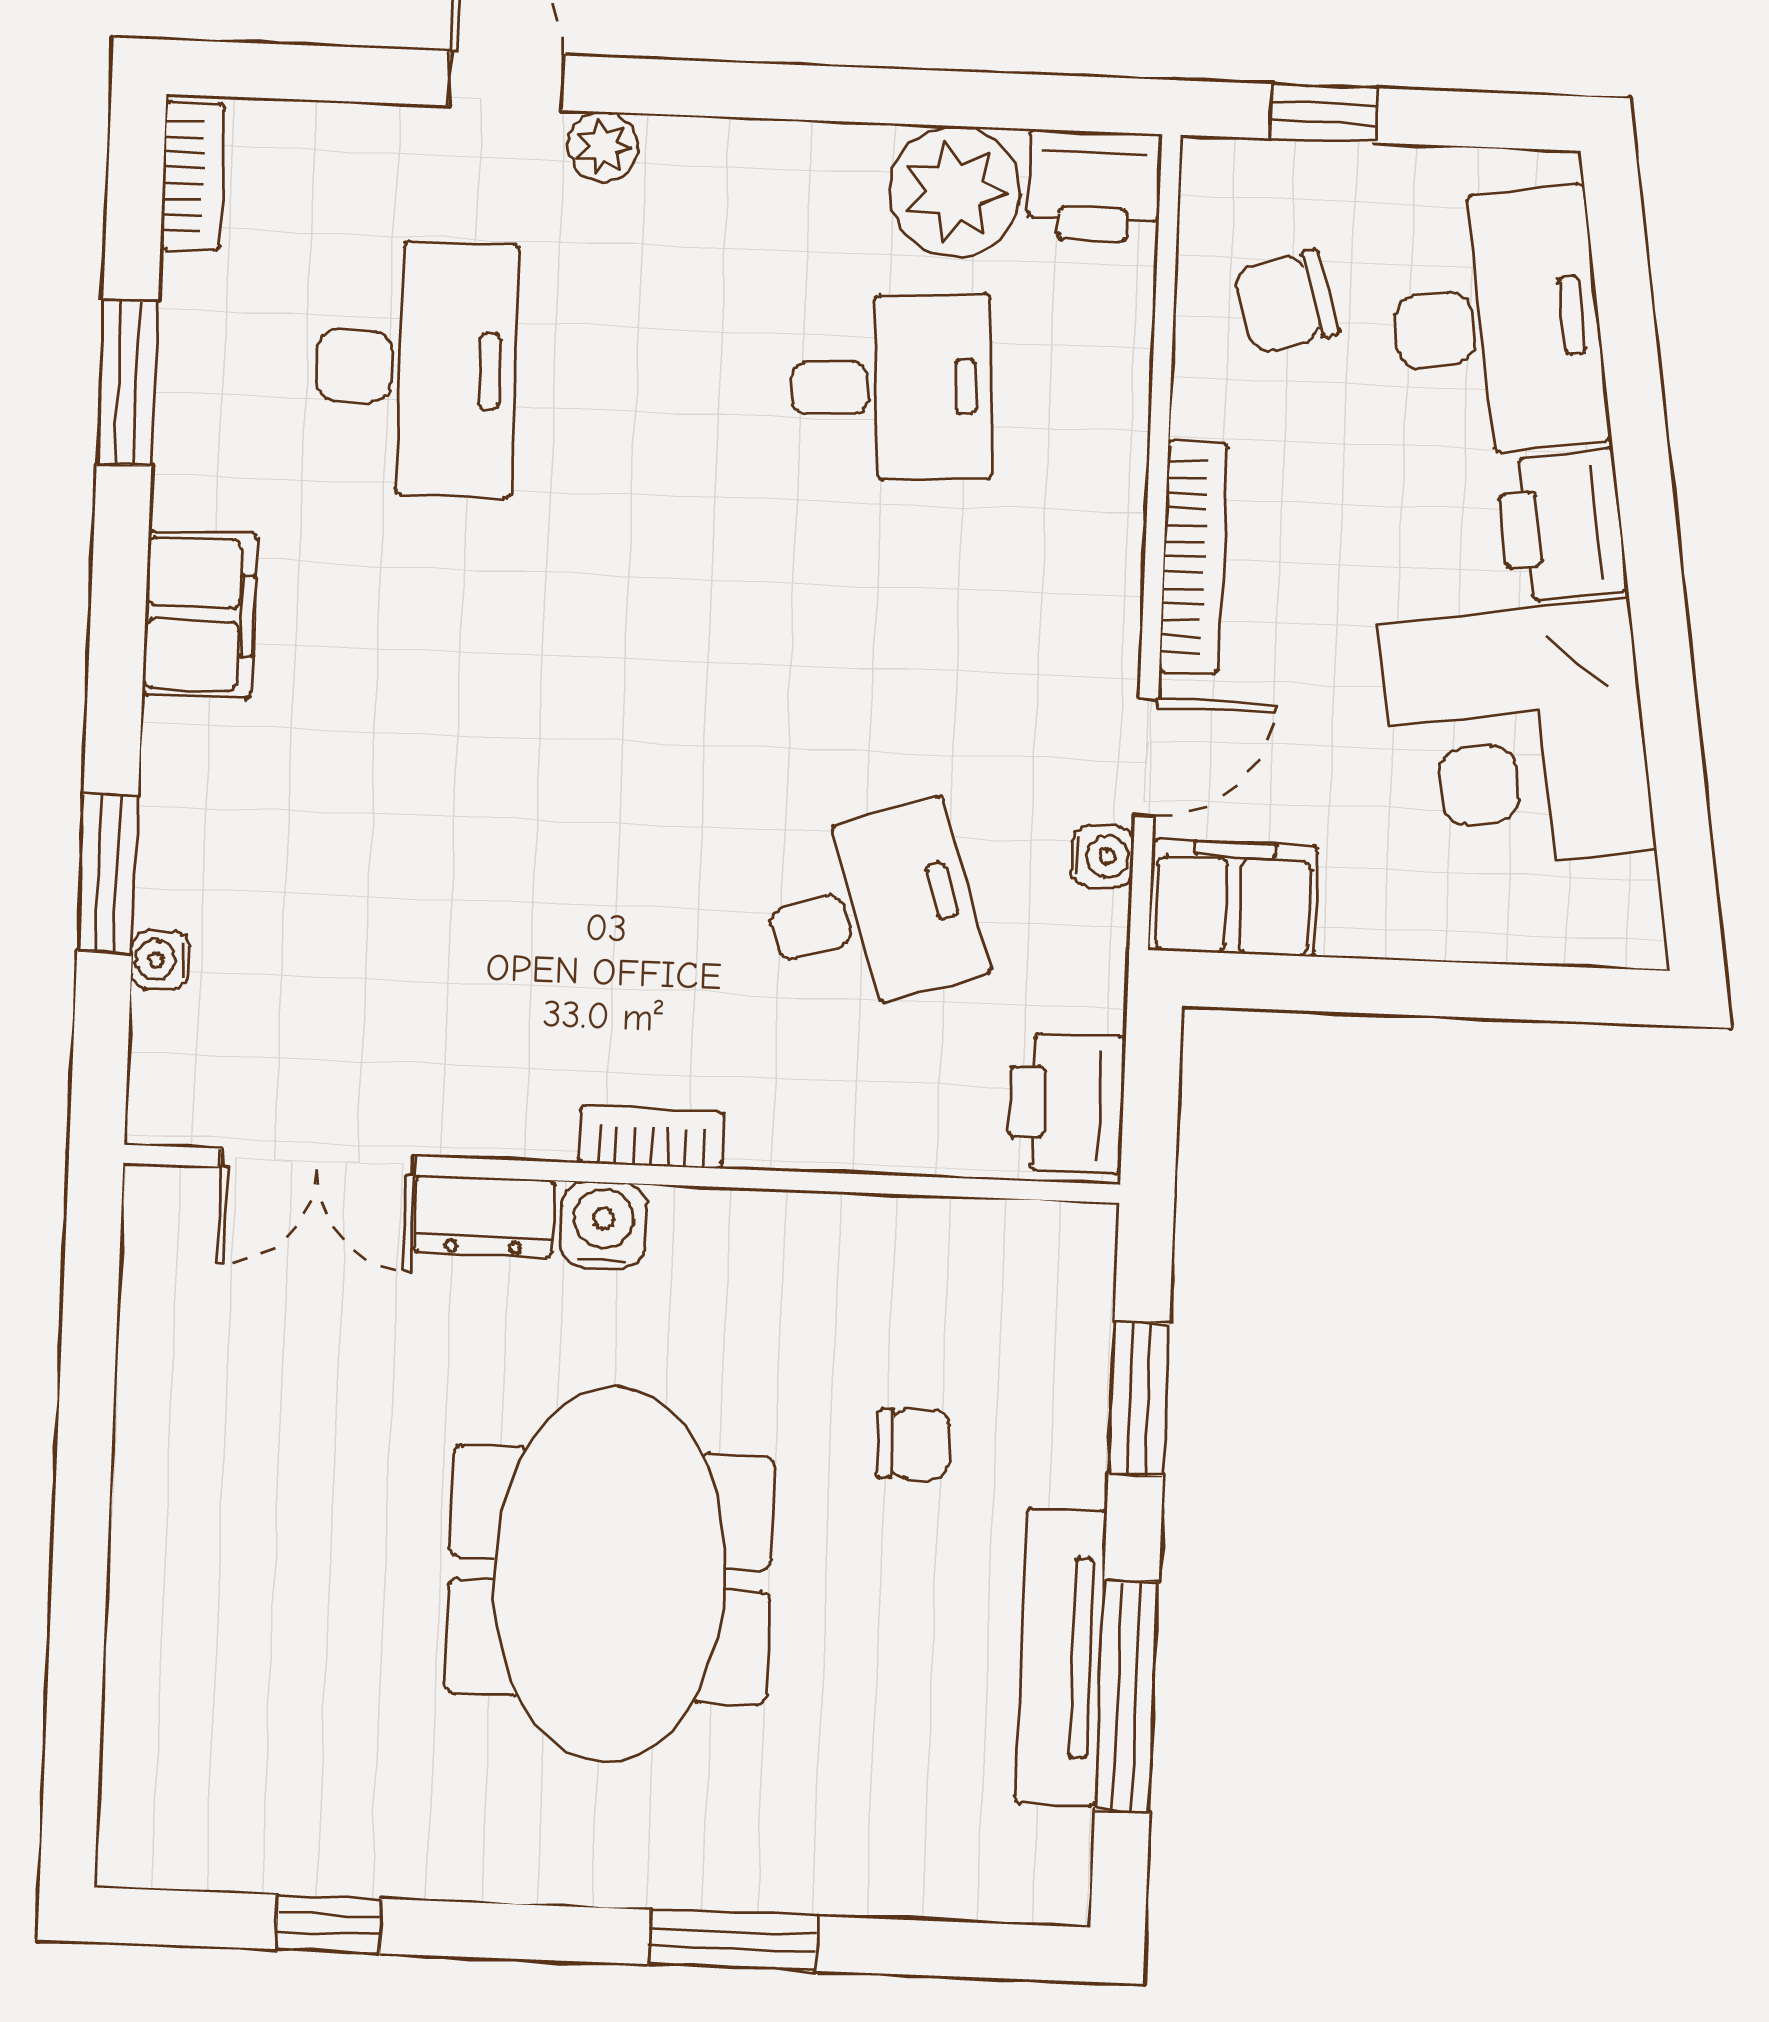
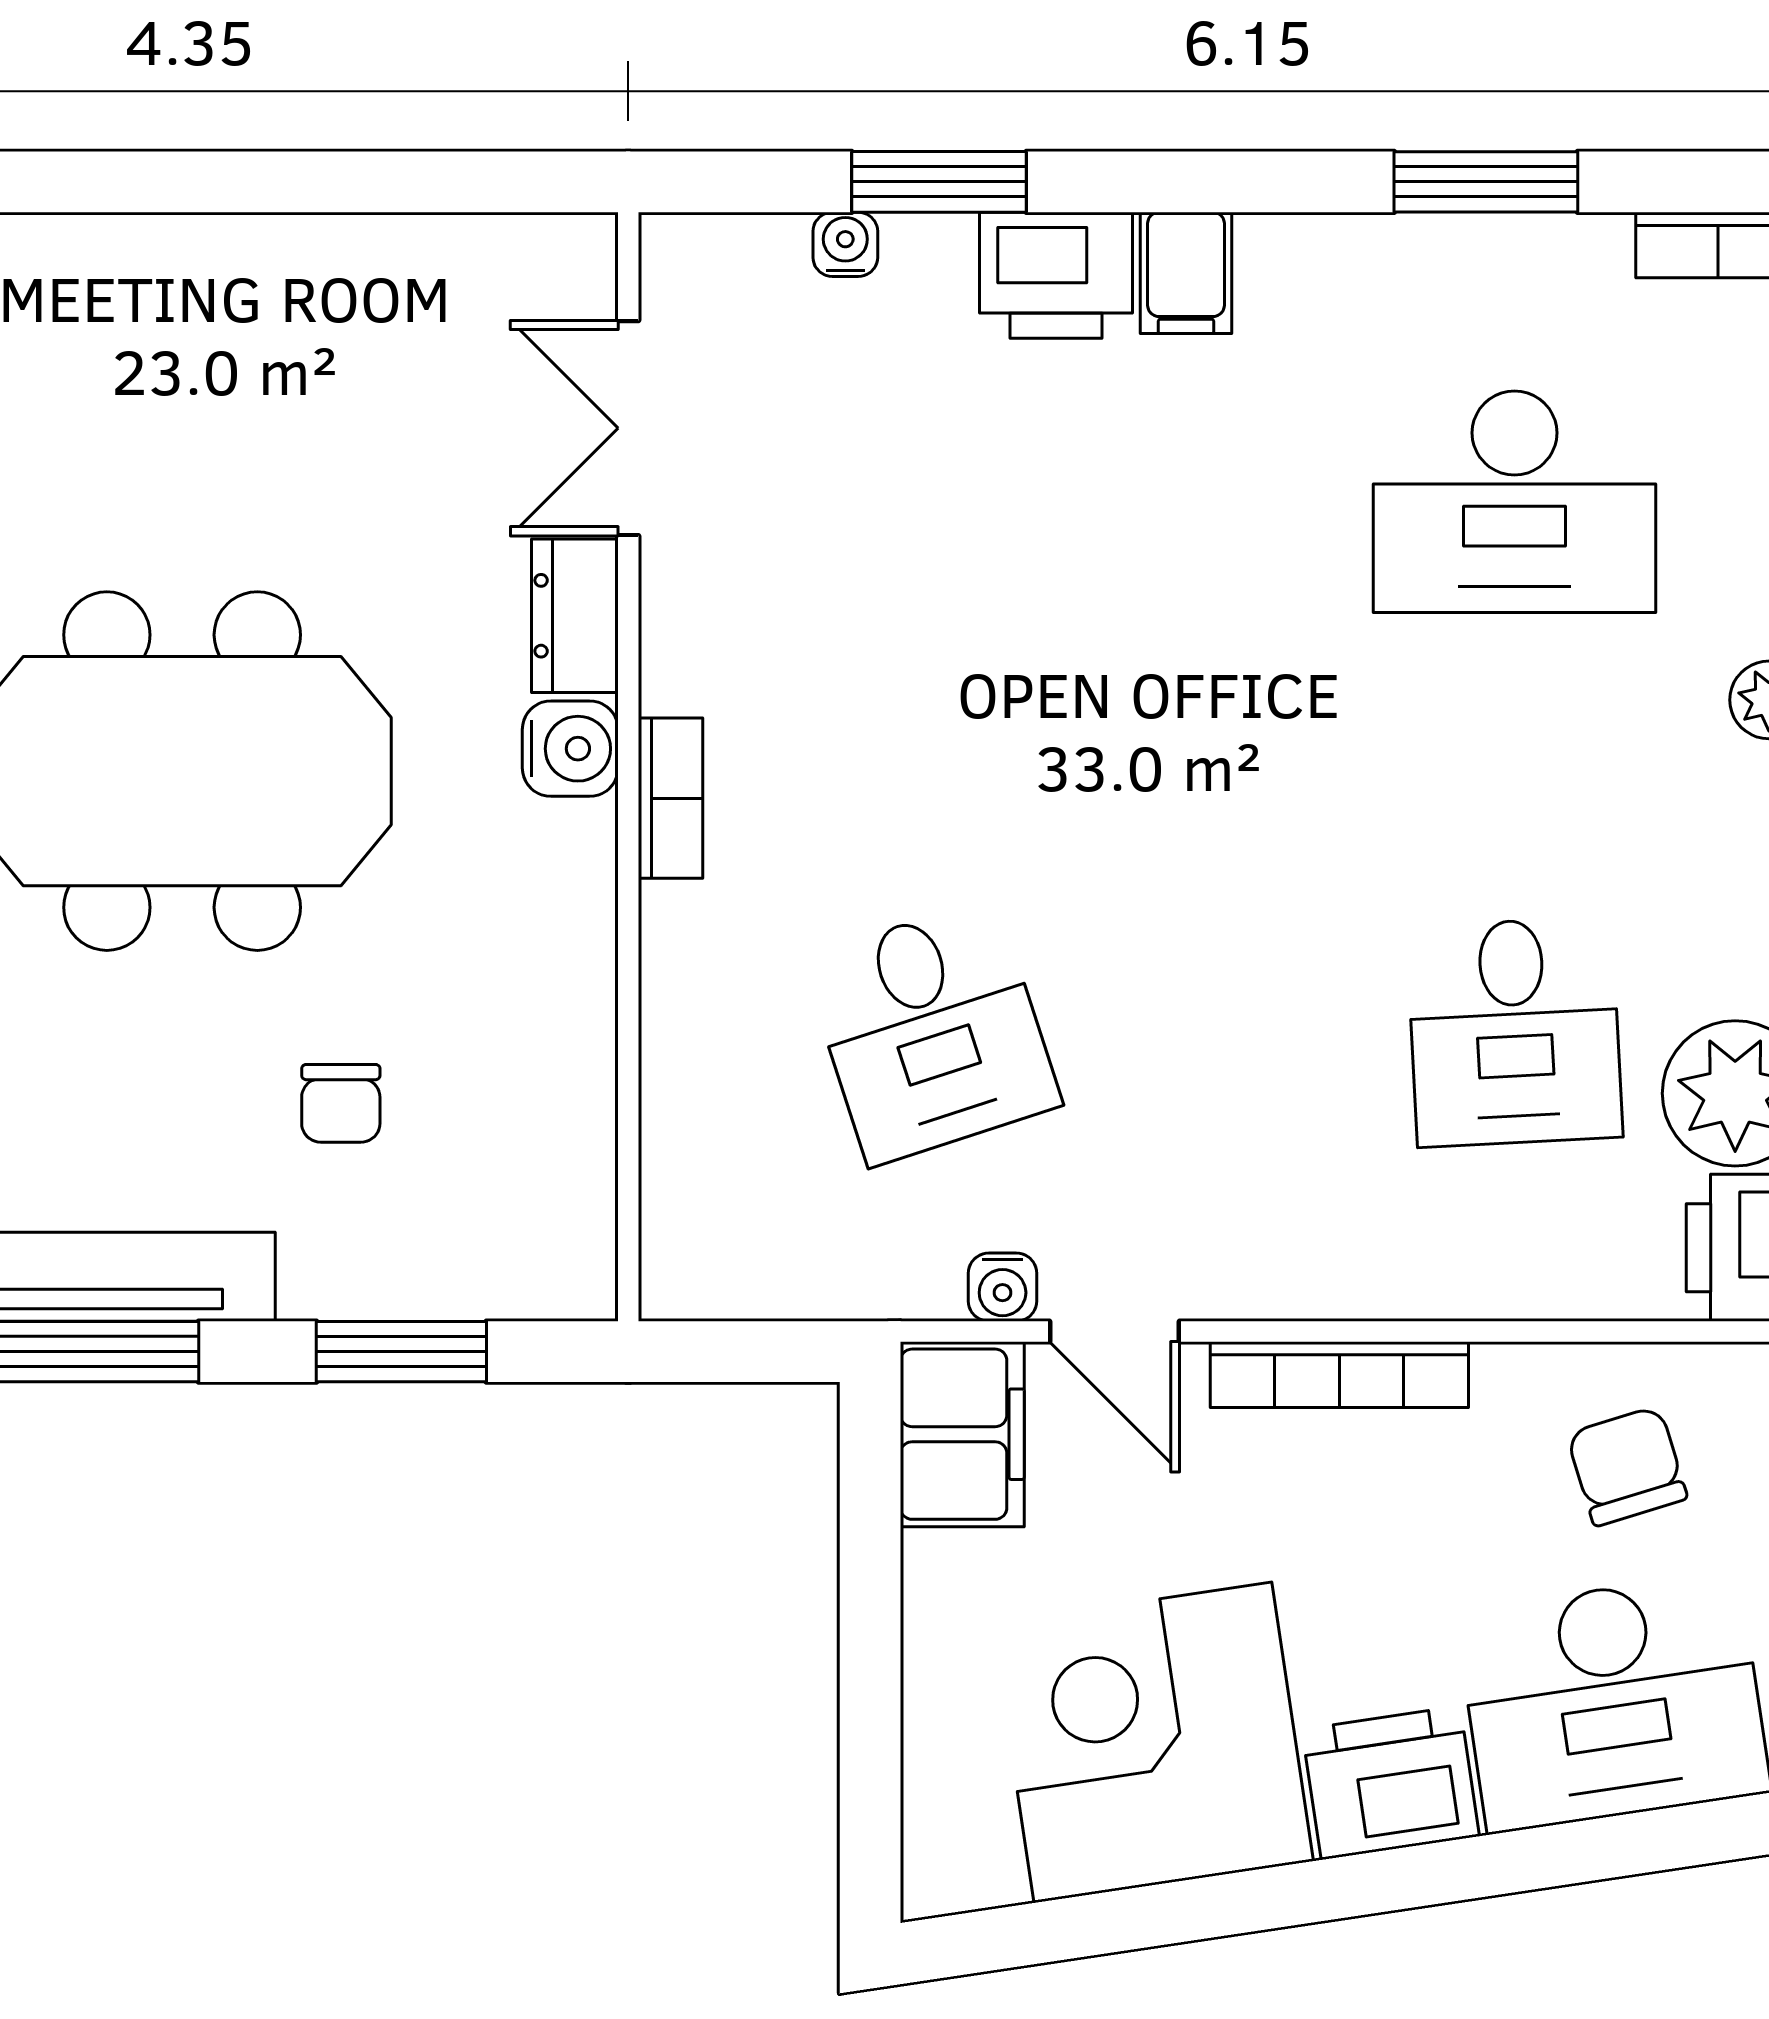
filing cabinet: (200, 614) -> (1186, 273), width x0.50
printer: (1067, 1103) -> (1056, 275), moved, turned 180

